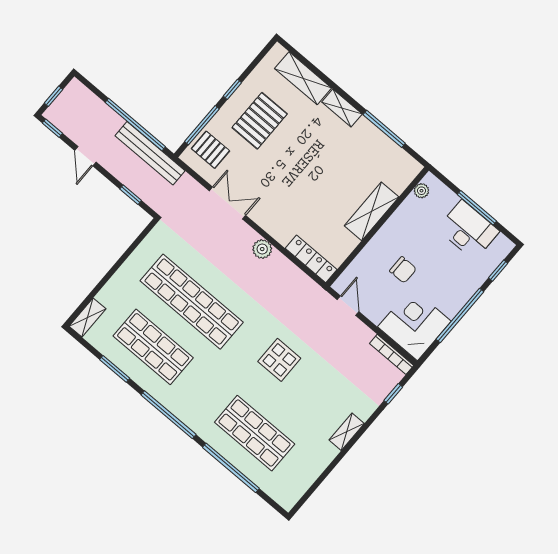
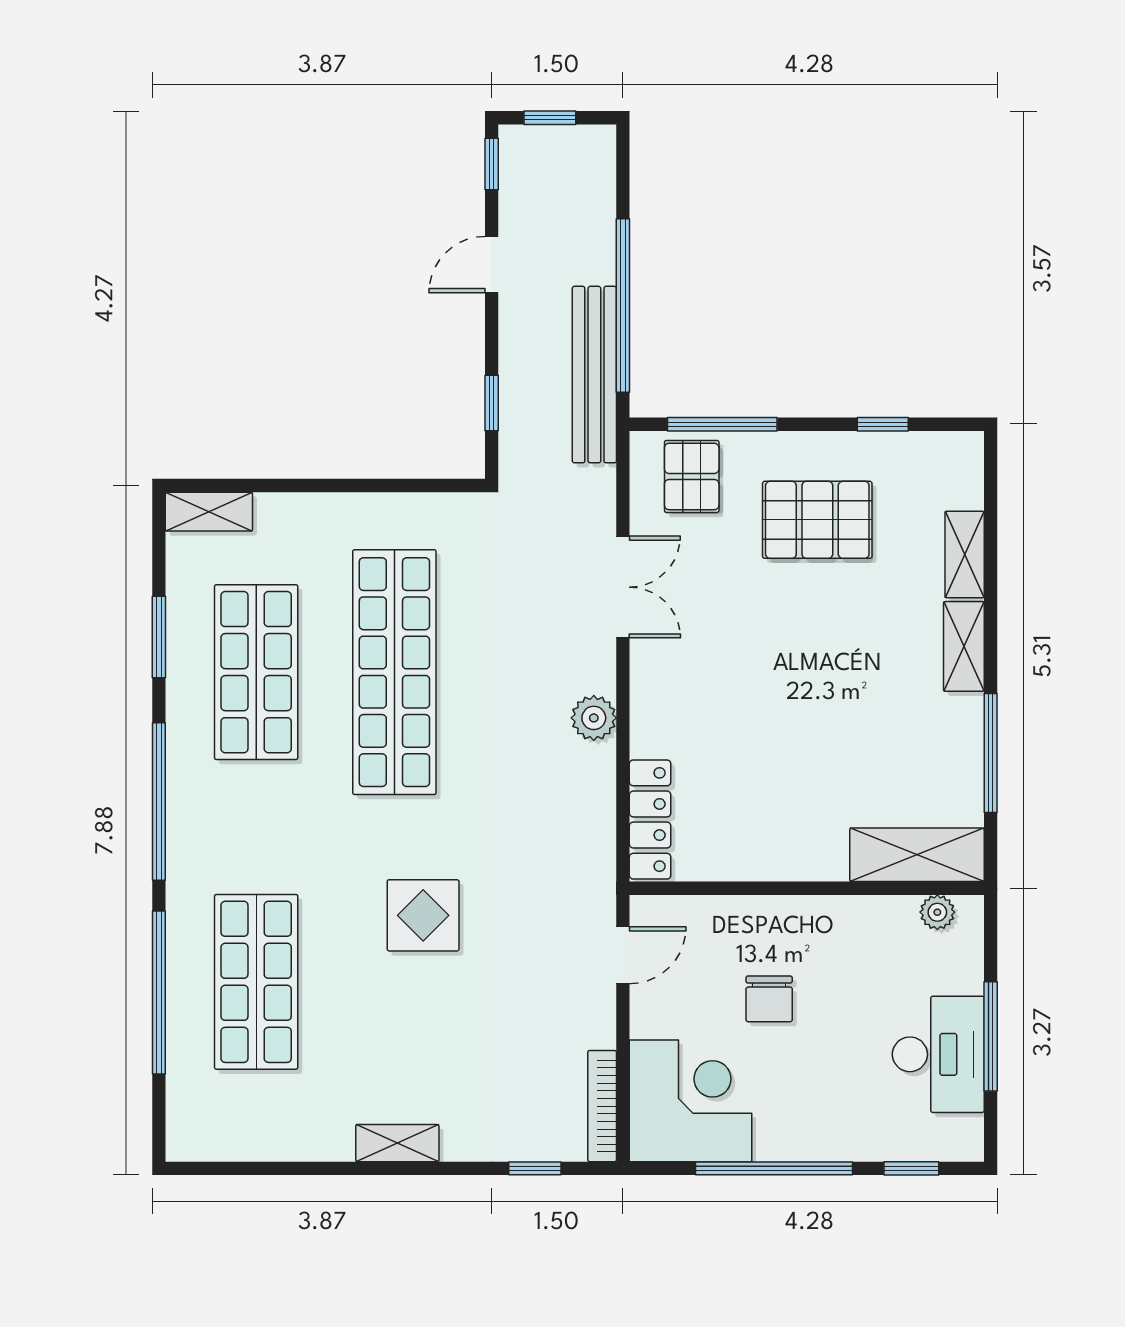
shelving: (303, 78) -> (965, 555), width x0.67, depth x0.75
window: (232, 89) -> (883, 424), moved
shelving: (372, 211) -> (917, 855), moved

